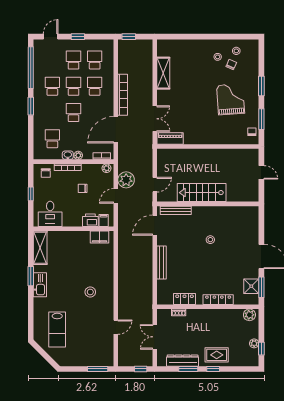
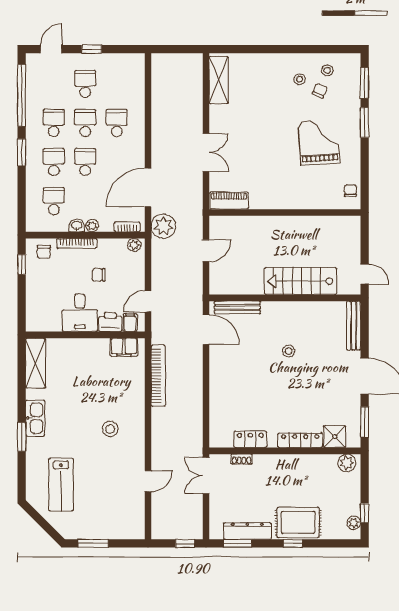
window: (129, 37) -> (167, 49), removed
school desk: (95, 60) -> (54, 162), moved
shelving: (163, 73) -> (219, 80), moved
bookcase: (123, 95) -> (158, 376), moved
double door: (155, 119) -> (206, 152), moved
window: (261, 119) -> (365, 83), moved
door: (261, 172) -> (365, 274), moved
plant: (126, 180) -> (163, 226), moved
door: (155, 185) -> (206, 251), moved
stairs: (202, 193) -> (300, 281), moved
window: (31, 194) -> (22, 264), moved
door: (116, 196) -> (148, 301), moved
desk: (50, 214) -> (80, 313), moved
door: (155, 225) -> (206, 329), swing flipped
bench: (161, 262) -> (354, 326), moved
window: (31, 276) -> (22, 437), moved
shower: (251, 286) -> (335, 437), moved
double door: (155, 337) -> (206, 476), moved
plant: (254, 343) -> (354, 523), moved
rug: (217, 355) -> (298, 522), width x1.36, depth x1.43
window: (98, 369) -> (93, 543), moved
window: (188, 369) -> (238, 543), moved

